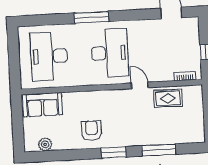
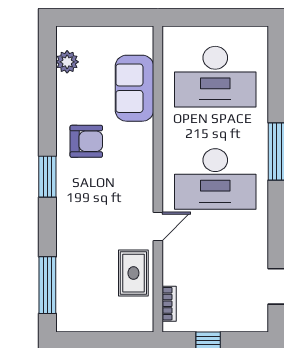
desk: (49, 56) -> (215, 77), turned 180
sofa: (42, 105) -> (134, 88), moved
window: (159, 150) -> (47, 285), moved

